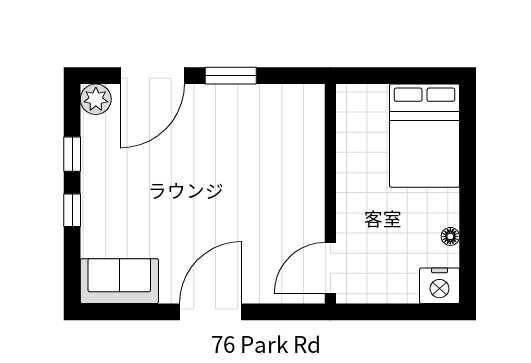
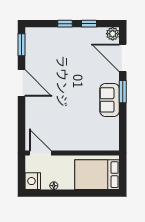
wall: (330, 194) -> (72, 153), moved
door: (330, 268) -> (40, 153), moved
sofa: (119, 281) -> (110, 100), moved, turned 180
window: (122, 312) -> (22, 45), added

